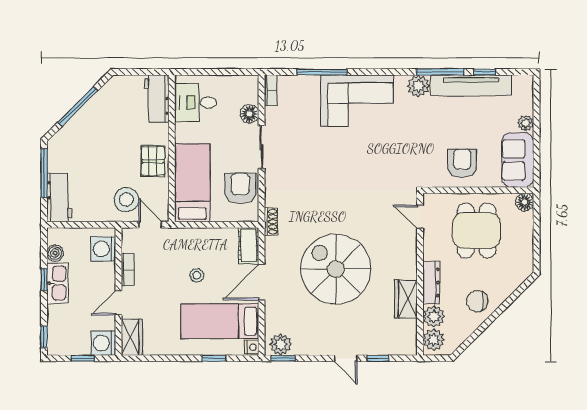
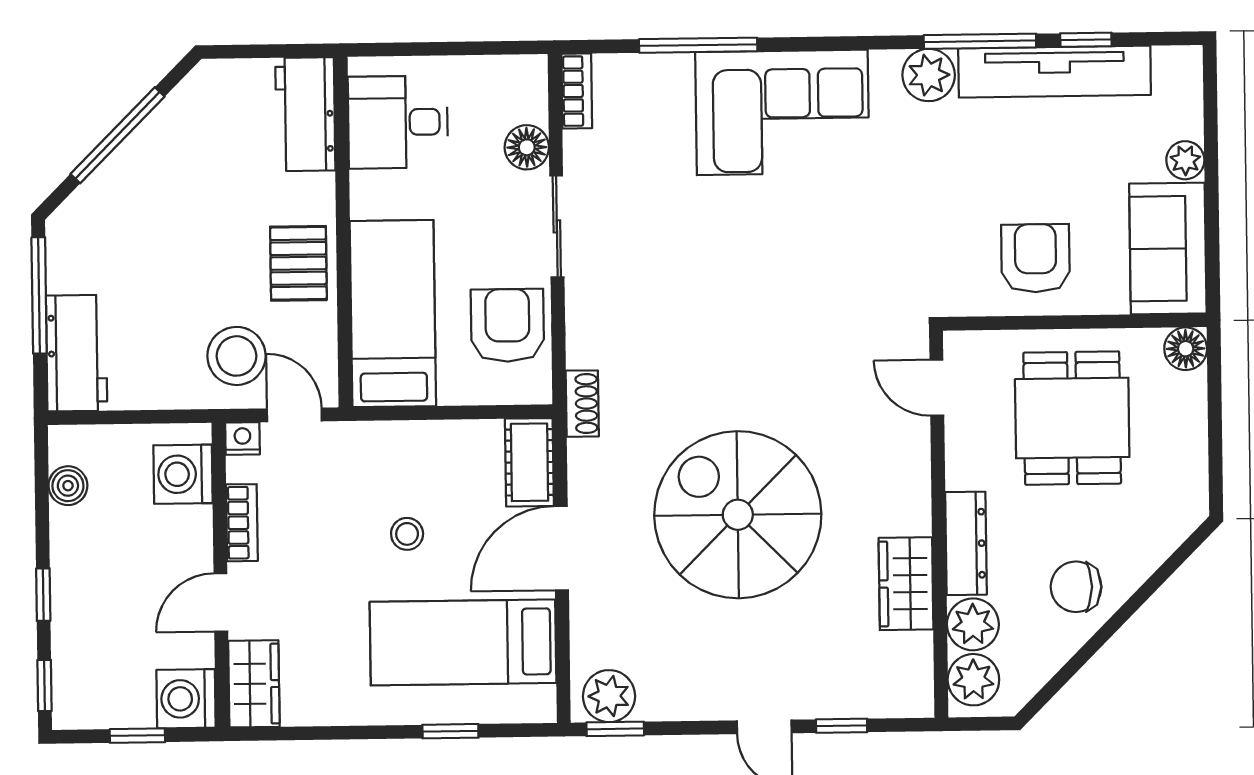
window: (44, 280) -> (43, 595), moved
kitchen sink: (58, 283) -> (75, 557), removed
nightstand: (252, 347) -> (242, 439), moved, turned -90

